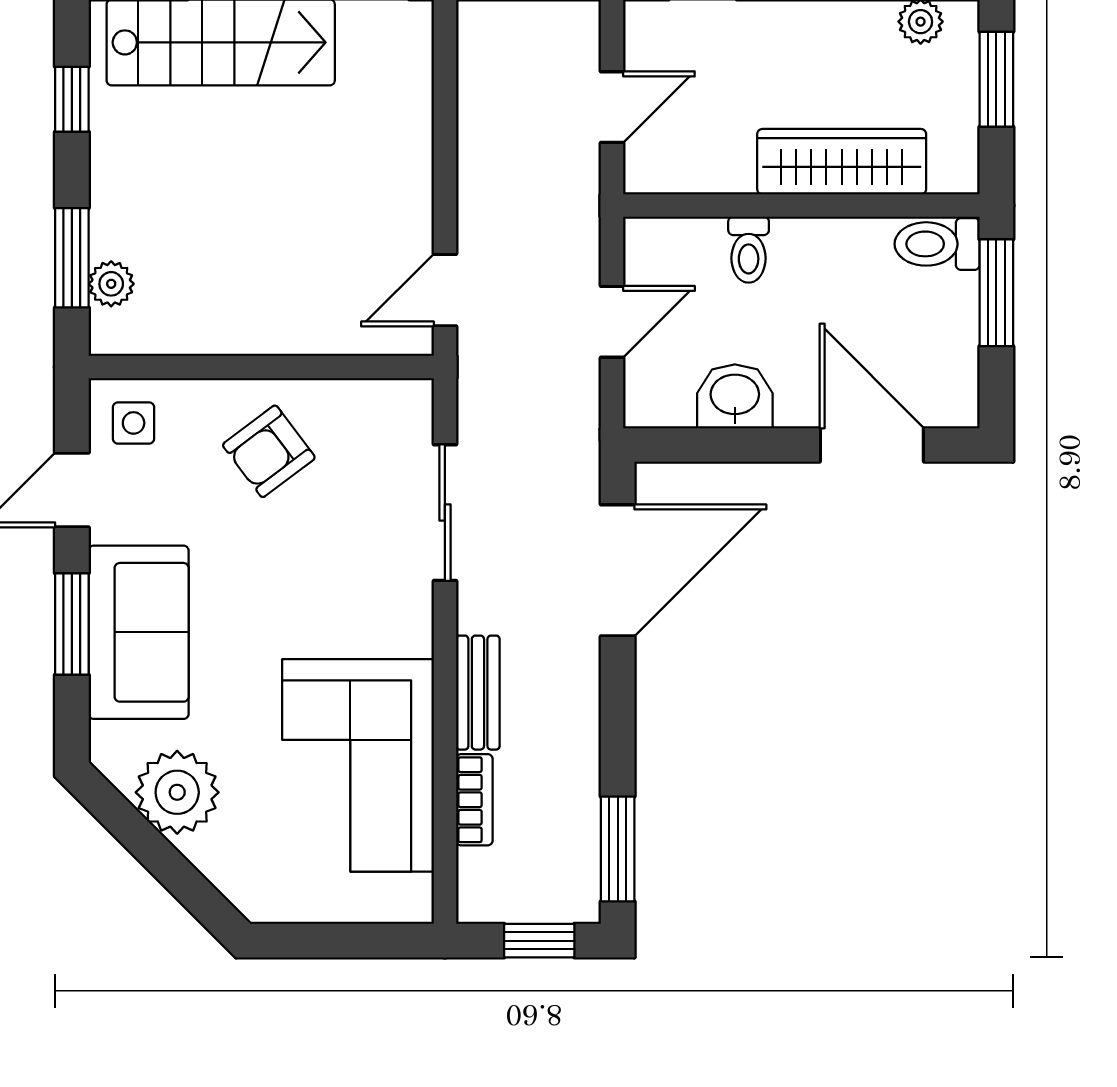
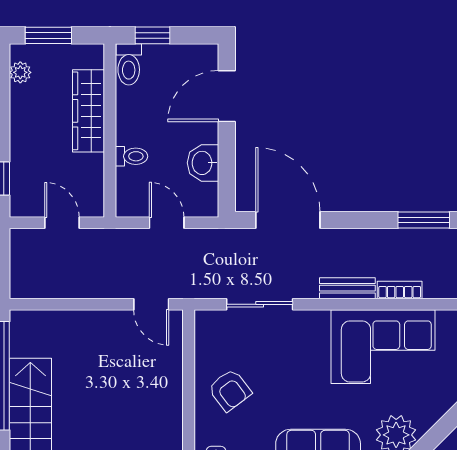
window: (996, 293) -> (152, 35), width x0.67

